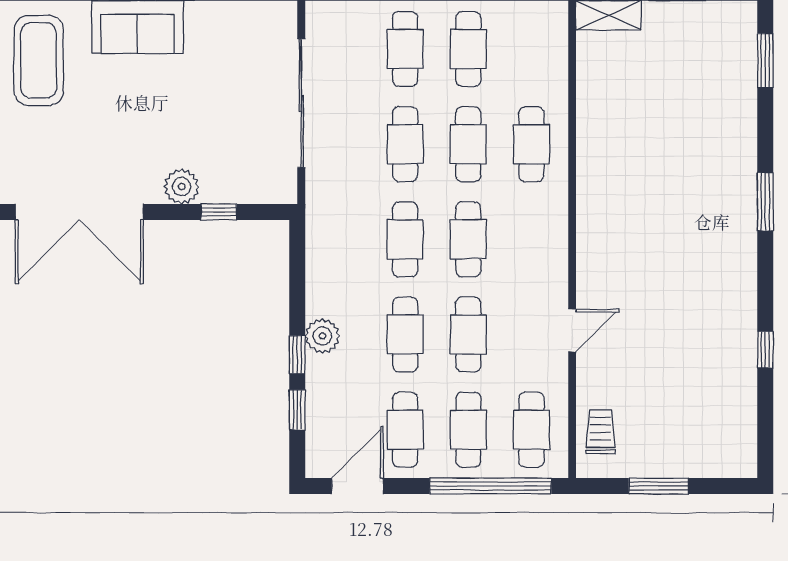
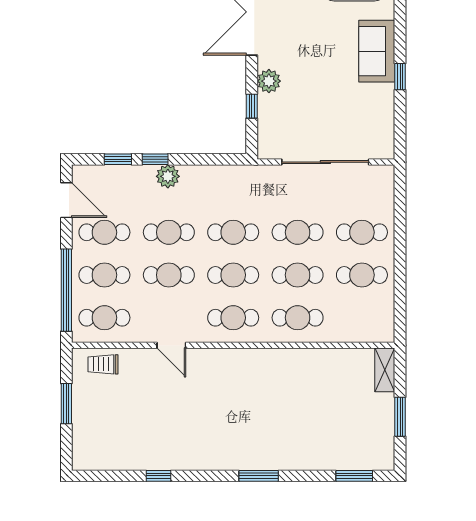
cafe table: (531, 239) -> (233, 318), added
trolley: (600, 432) -> (103, 364), turned 180

